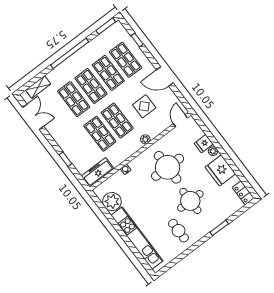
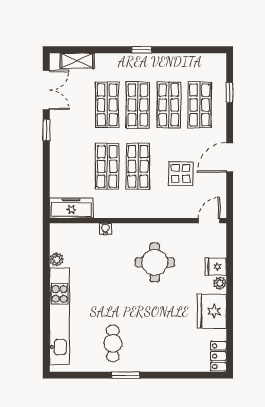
window: (106, 26) -> (206, 50), removed
window: (70, 53) -> (142, 50), width x0.32
door: (165, 76) -> (230, 157), hinge flipped
plant: (145, 139) -> (154, 212), removed
window: (65, 159) -> (46, 130), moved
round table: (168, 167) -> (155, 262), width x0.73, depth x0.73
round table: (190, 201) -> (152, 320), removed
plant: (112, 202) -> (57, 259), width x0.53, depth x0.53
window: (219, 228) -> (126, 375), moved

